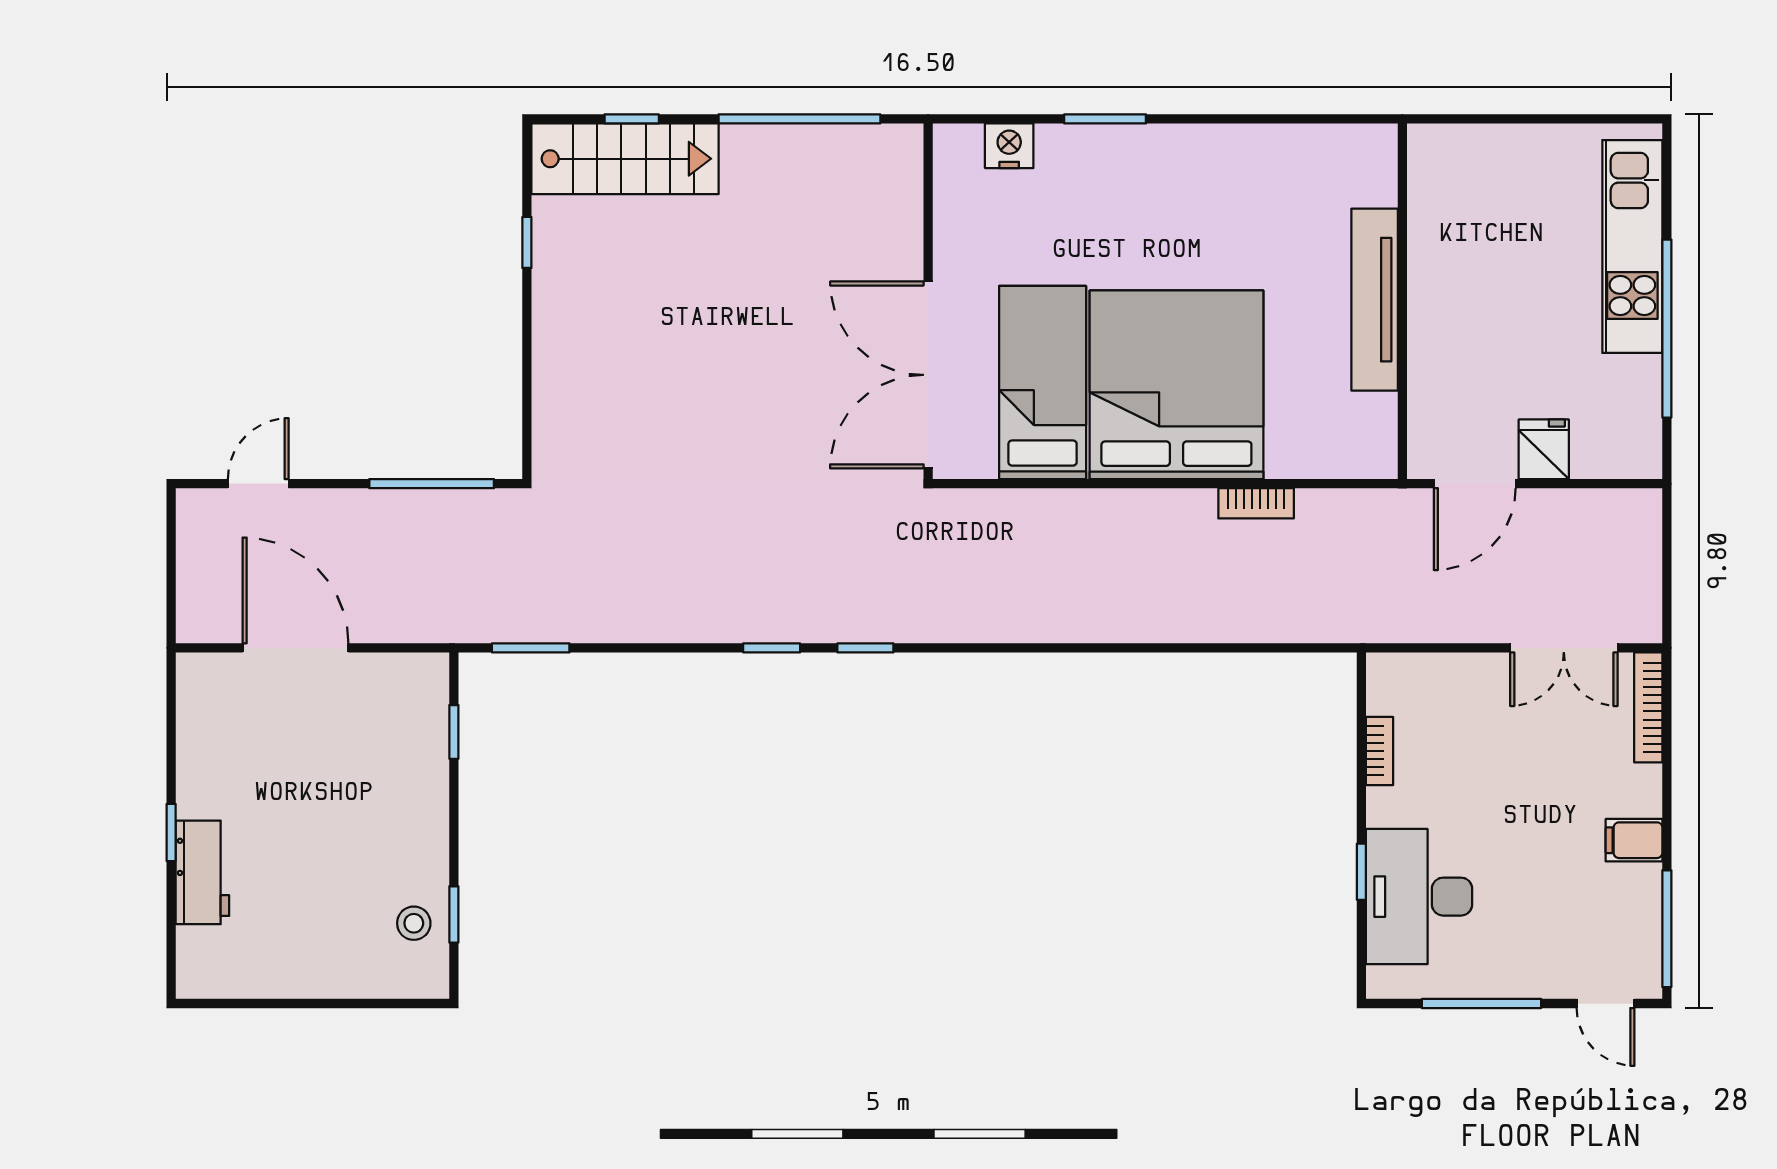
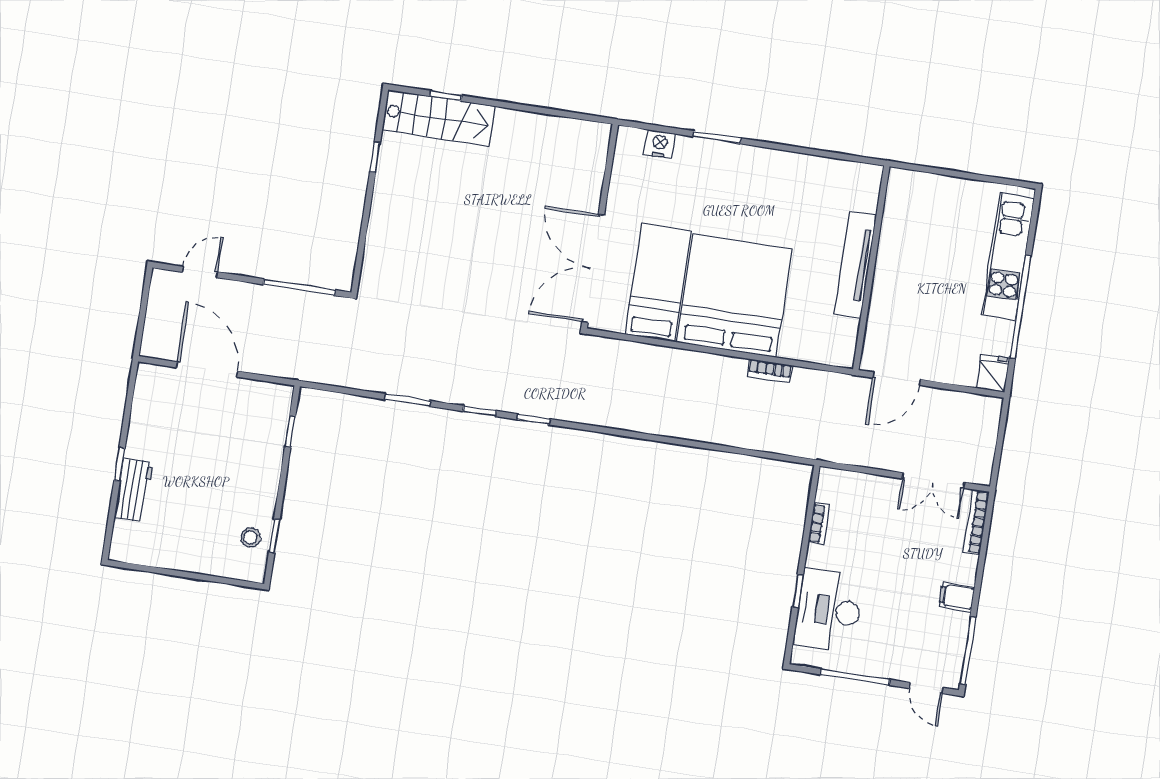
window: (799, 119) -> (542, 110), removed
fridge: (1544, 449) -> (993, 373), moved
window: (531, 648) -> (408, 400), moved

